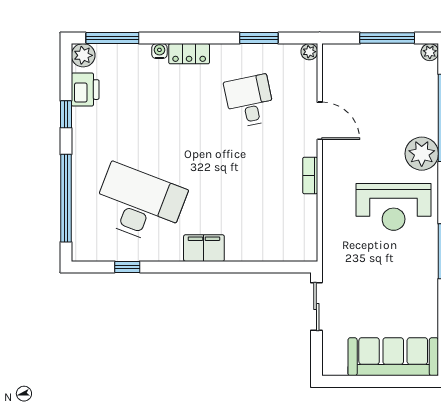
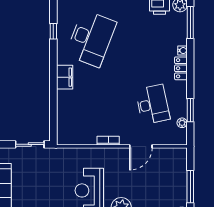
plant: (309, 52) -> (182, 123), moved
desk: (250, 101) -> (153, 104), width x1.37

